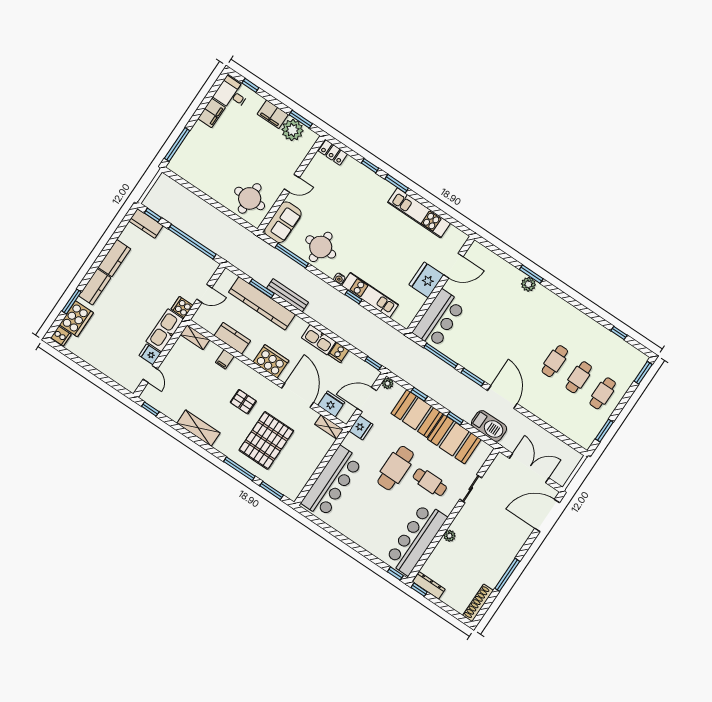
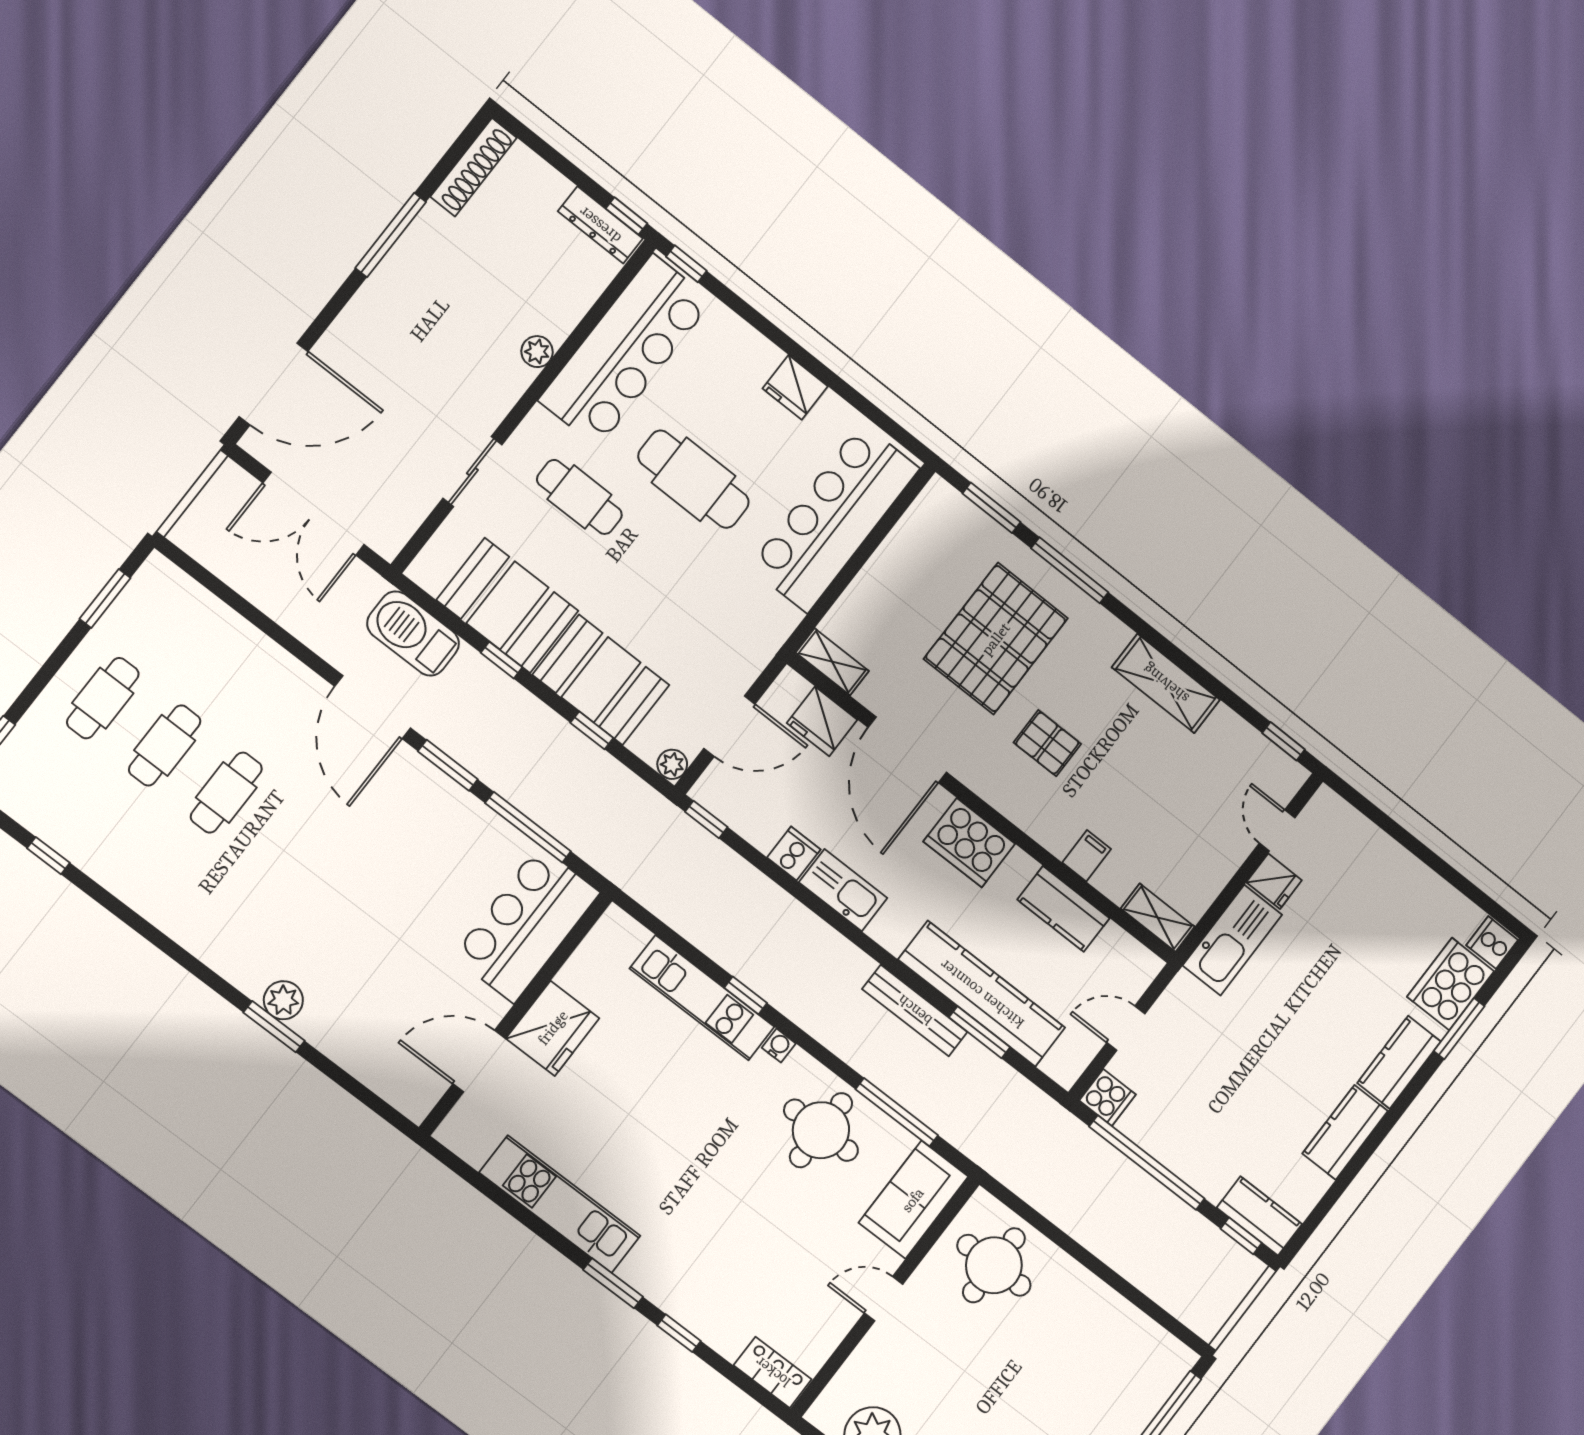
cooker: (182, 307) -> (1108, 1098), moved
fridge: (361, 428) -> (795, 387), moved, turned -90
cafe table: (396, 468) -> (693, 479), moved, turned 90

